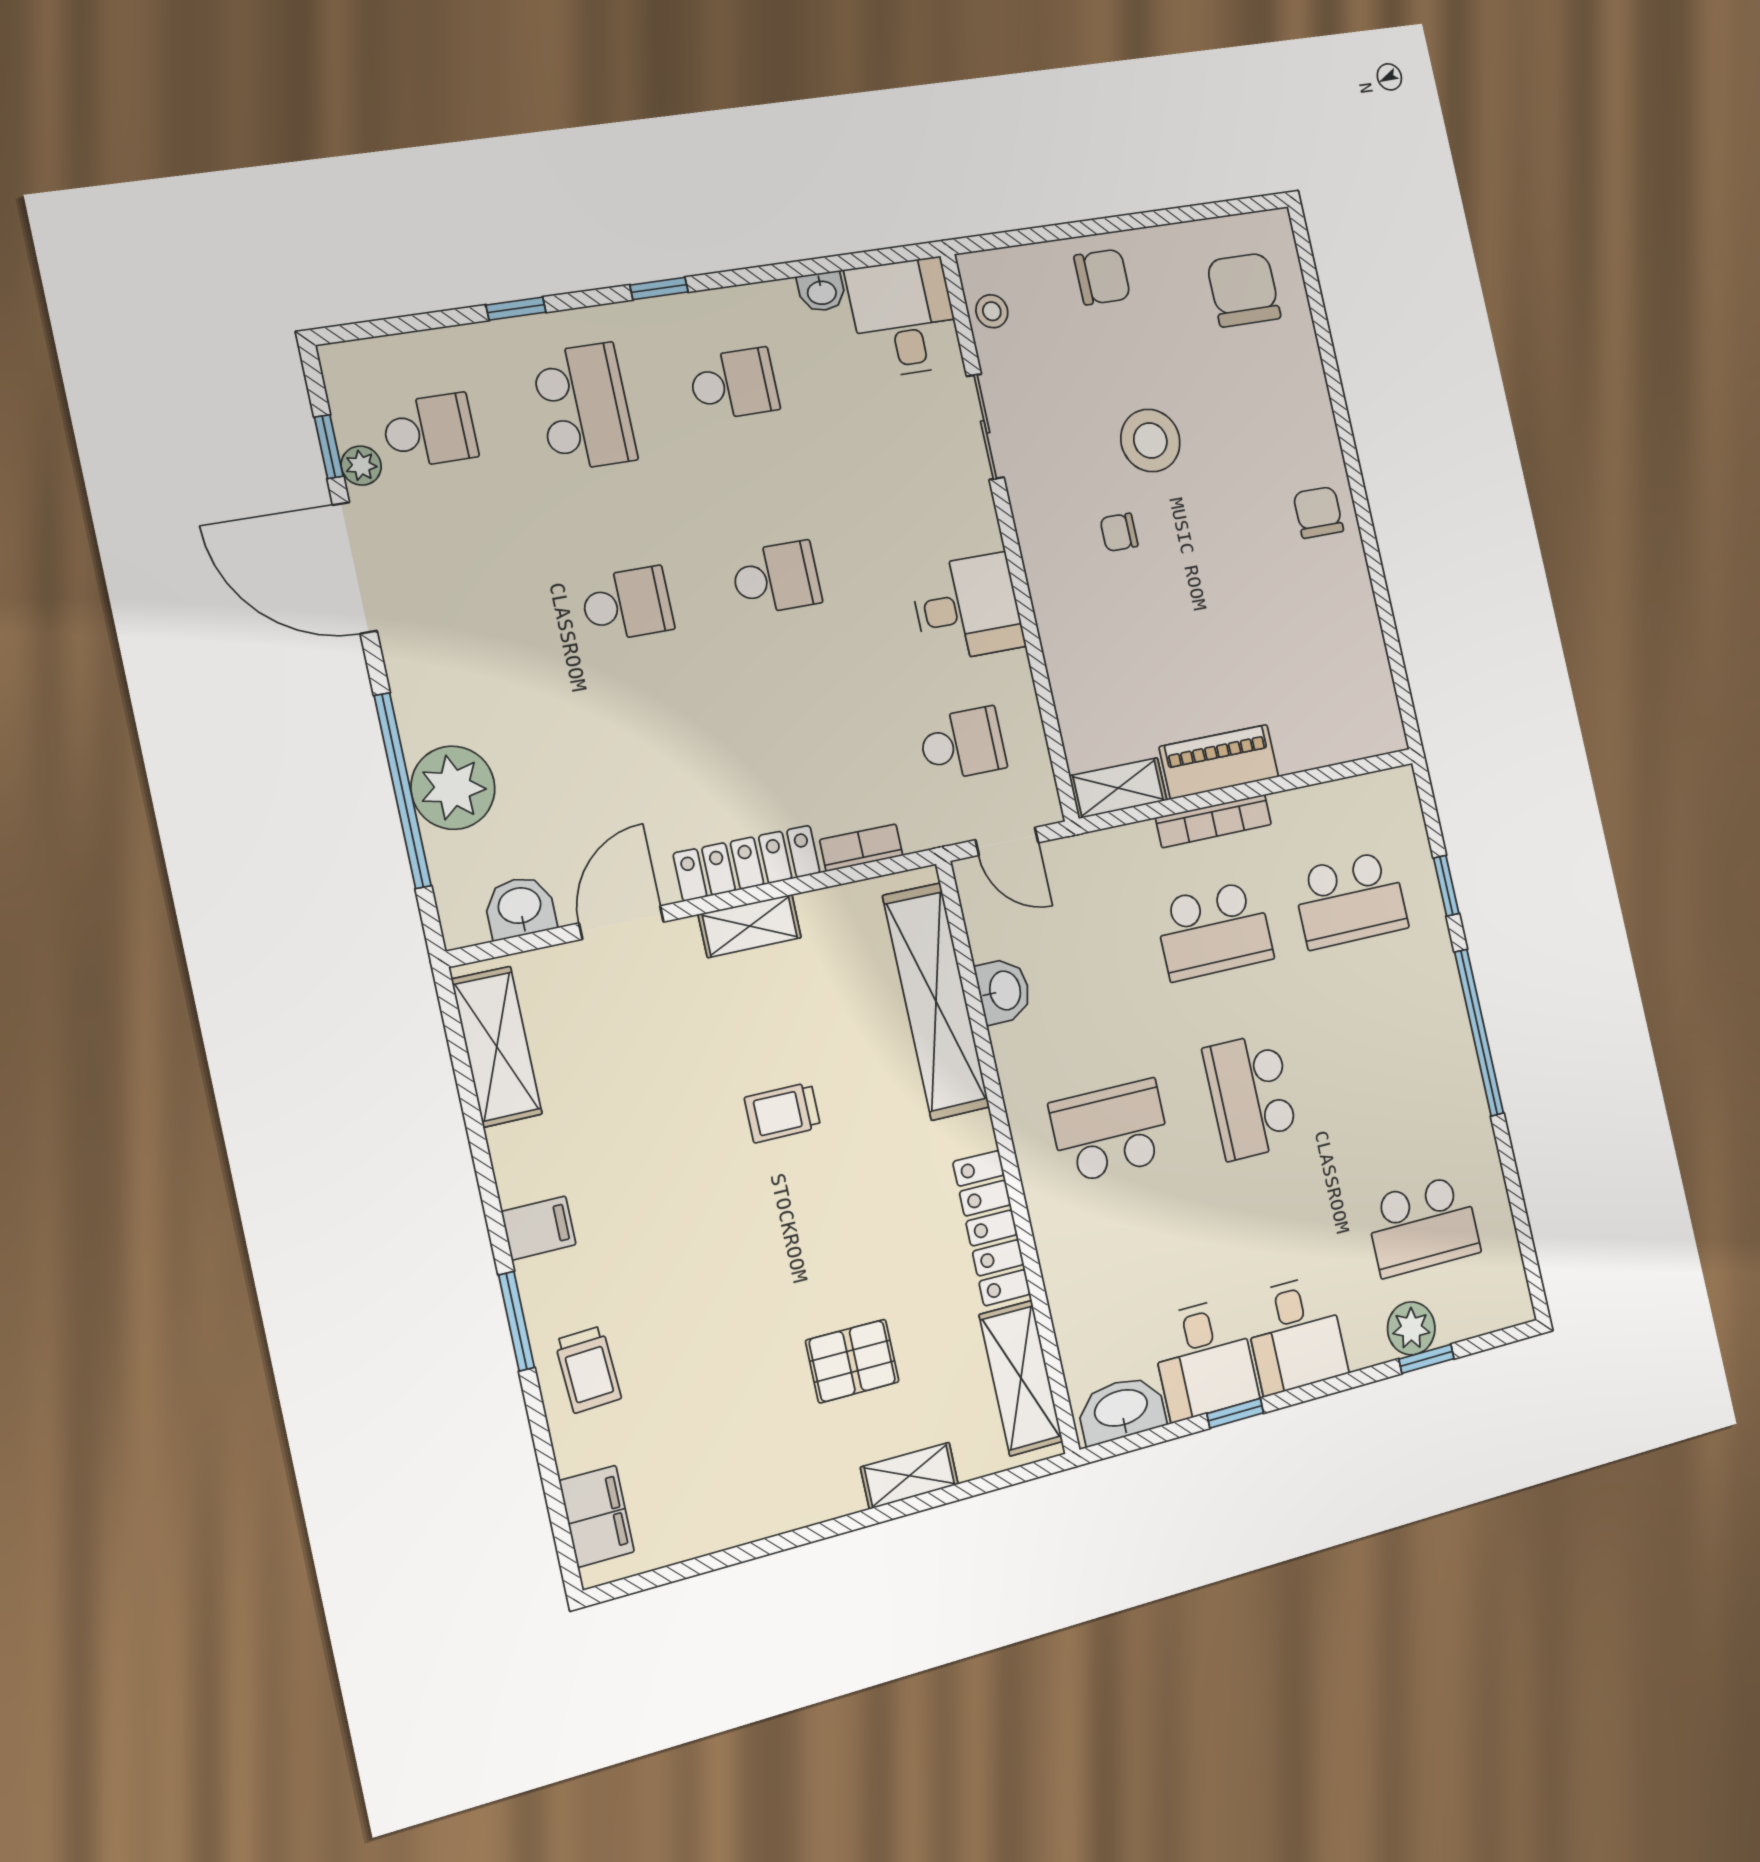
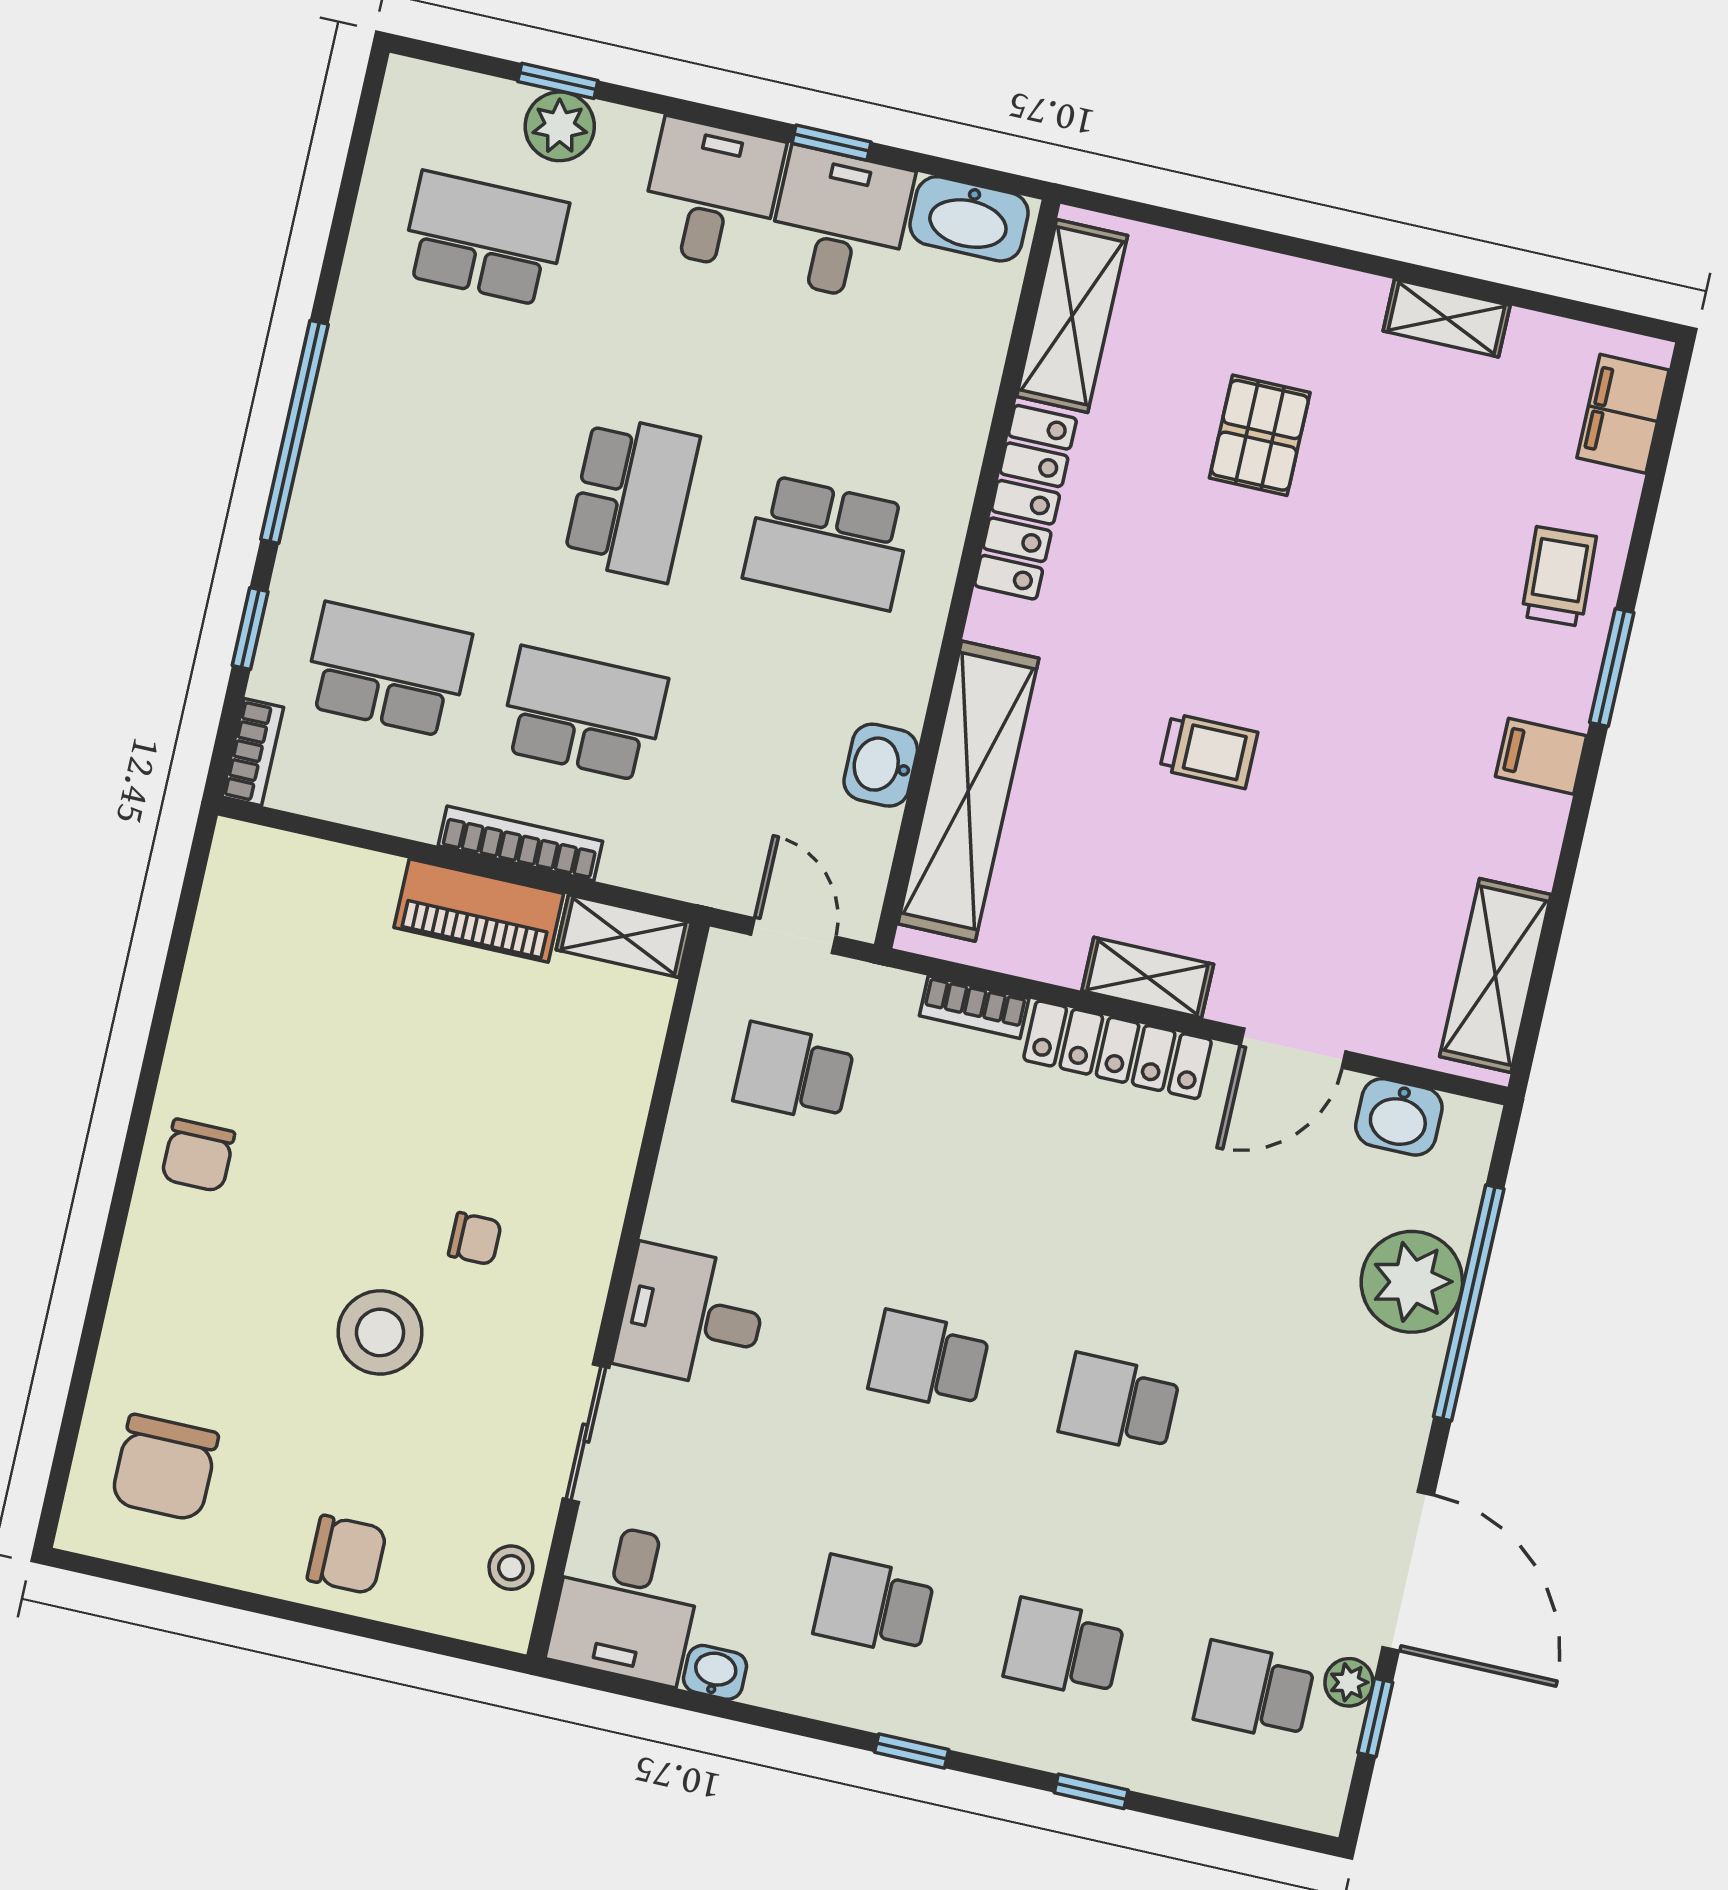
chair: (1102, 277) -> (347, 1555), turned 180
school desk: (584, 407) -> (1064, 1648), width x0.54
desk: (967, 608) -> (691, 1317), moved
bookcase: (1407, 803) -> (253, 752), added
pallet: (852, 1361) -> (1260, 435), turned 90
shelving: (909, 1476) -> (1447, 318), moved

